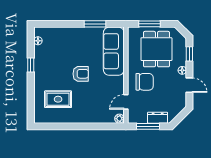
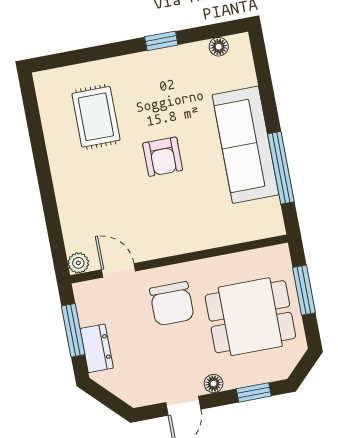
window: (95, 24) -> (281, 168), width x1.44
sofa: (114, 51) -> (245, 145), moved, turned -90

